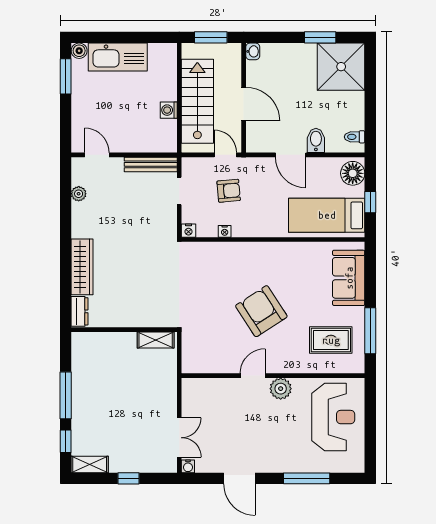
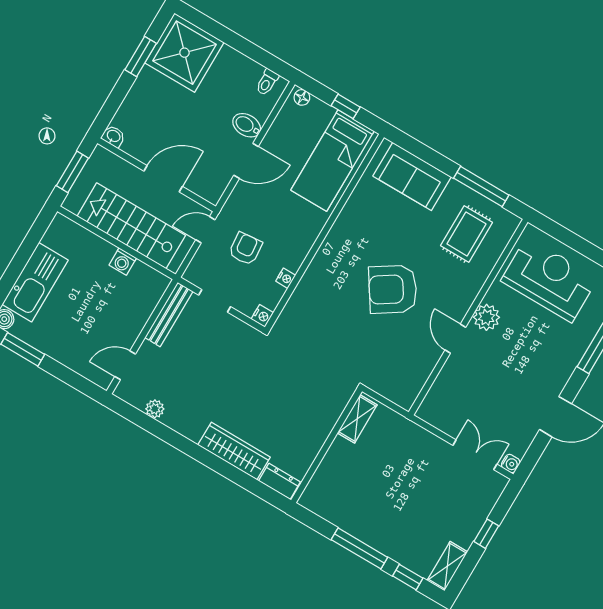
floor lamp: (353, 173) -> (302, 97), width x0.53, depth x0.53

